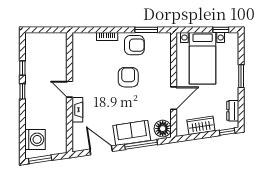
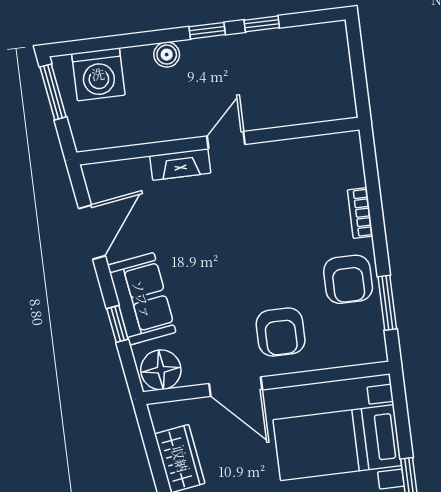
armchair: (128, 77) -> (281, 332), moved, turned 90
boiler: (30, 110) -> (167, 55), added
window: (141, 144) -> (117, 324), width x0.46

